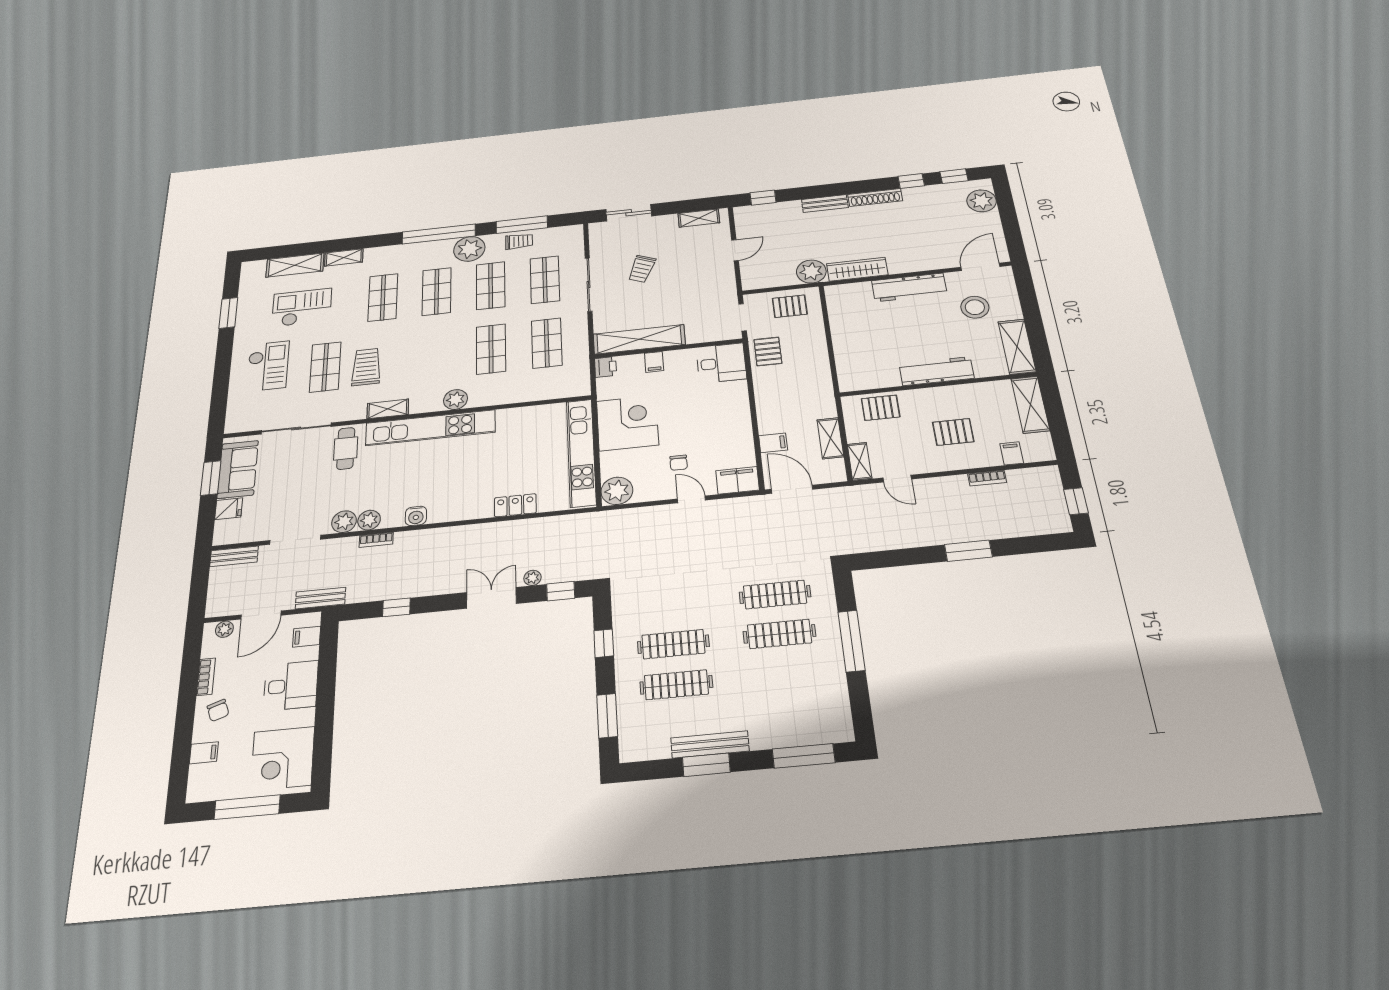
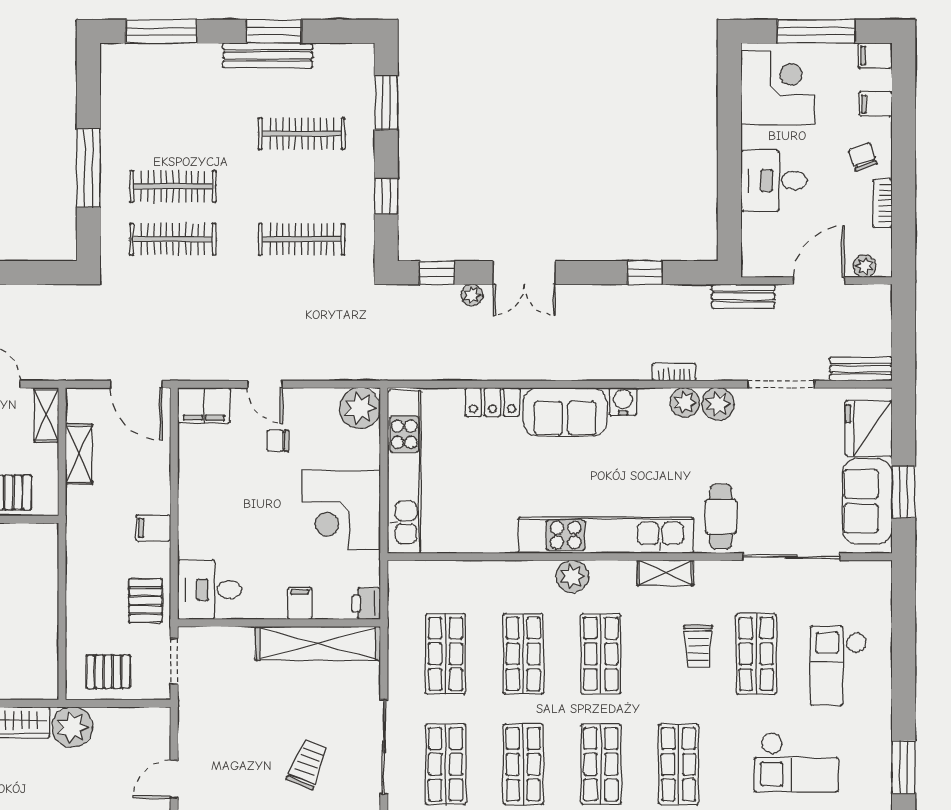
shop shelf: (436, 355) -> (601, 654), added
trolley: (366, 367) -> (698, 646), width x0.73, depth x0.72
filing cabinet: (773, 443) -> (153, 528), moved
chair: (679, 463) -> (278, 441), turned -90
sofa: (460, 504) -> (565, 412), added
fridge: (229, 509) -> (869, 428), width x1.88, depth x1.34
filing cabinet: (307, 637) -> (875, 56), moved, turned 180
clothes rail: (673, 644) -> (302, 239), moved

